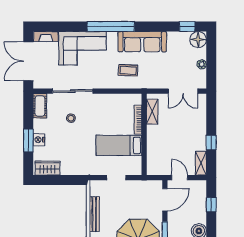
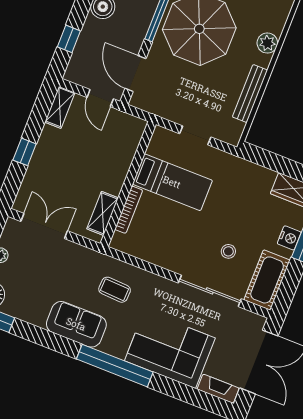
sofa: (142, 42) -> (76, 324), width x0.73
cot: (40, 106) -> (267, 280), width x1.37, depth x1.34
window: (211, 143) -> (25, 152), moved
door: (165, 200) -> (135, 74), hinge flipped

